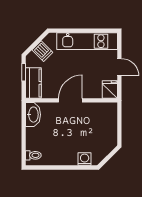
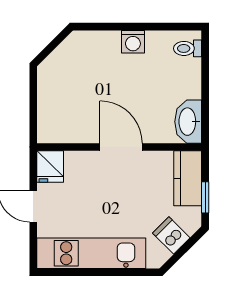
door: (70, 100) -> (121, 147), swing flipped
washing machine: (85, 159) -> (133, 42), moved

